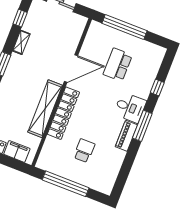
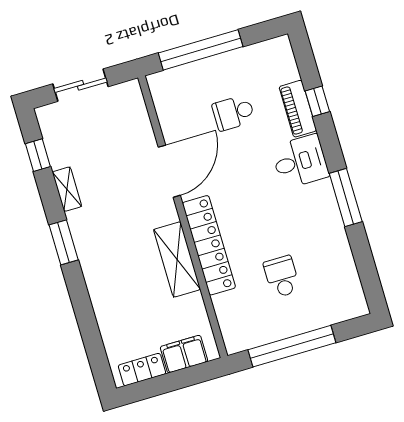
school desk: (118, 65) -> (234, 113), width x0.54
shelving: (45, 109) -> (177, 259), width x0.68
window: (142, 126) -> (346, 197), moved
piano: (126, 136) -> (298, 109), moved

